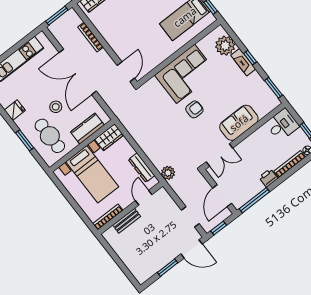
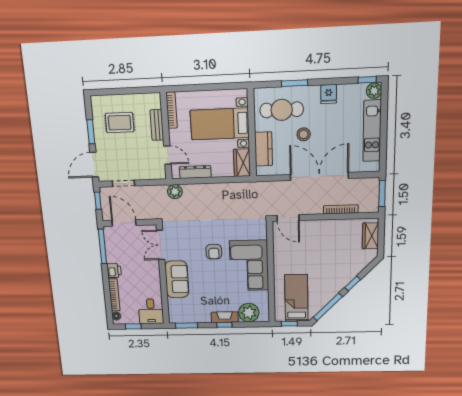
rug: (145, 250) -> (120, 123), added

